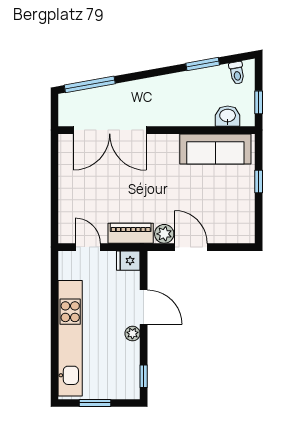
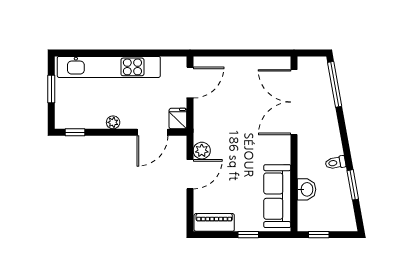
toilet: (237, 73) -> (336, 163), moved
washbasin: (228, 116) -> (306, 189), moved
piano: (131, 233) -> (214, 222), moved, turned -90
door: (88, 247) -> (190, 83), width x1.38
door: (144, 307) -> (152, 132), moved

